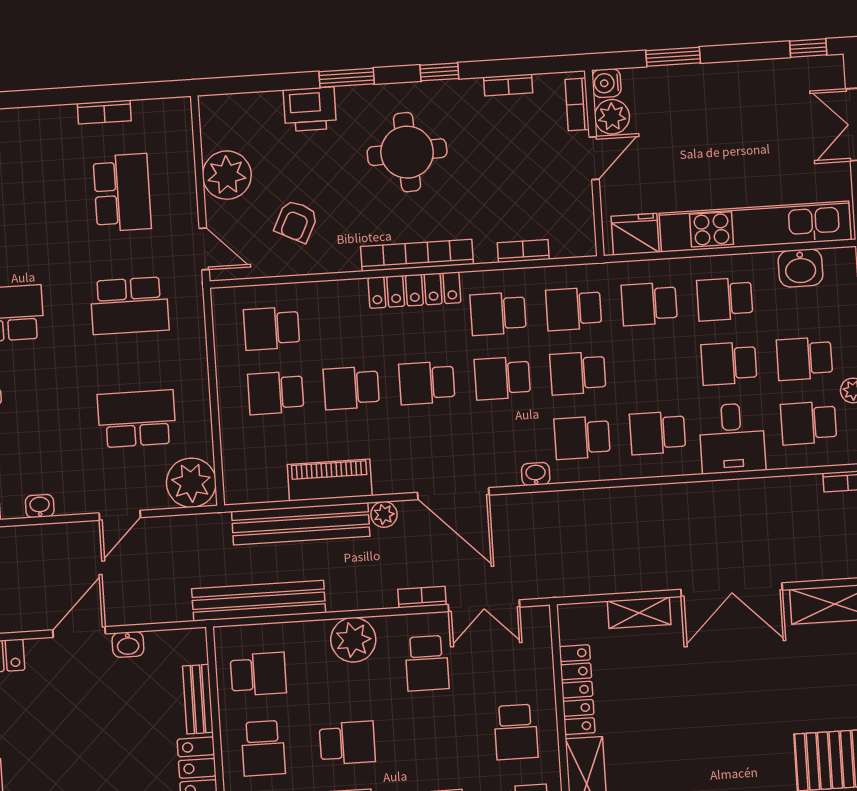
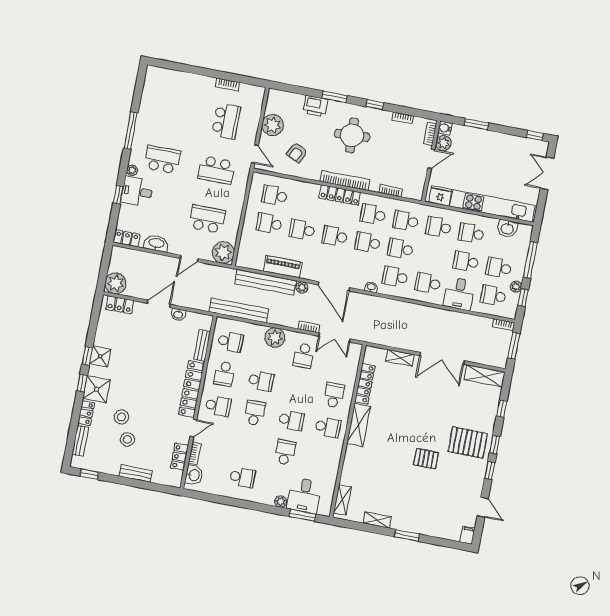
washbasin: (40, 506) -> (156, 243), width x1.91, depth x1.45
school desk: (516, 732) -> (334, 395), turned 180

